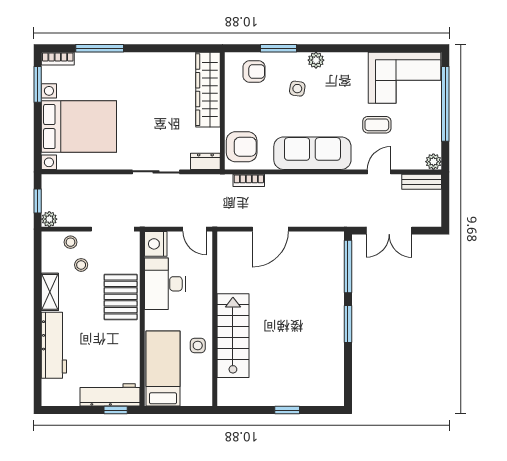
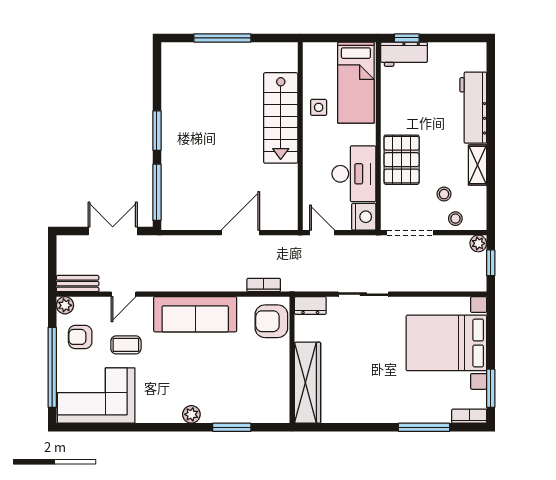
armchair: (254, 71) -> (80, 337), moved
side table: (297, 89) -> (211, 384), removed
workbench: (110, 395) -> (404, 54), width x0.73
window: (287, 410) -> (222, 38), width x2.17

